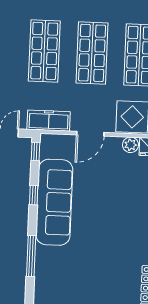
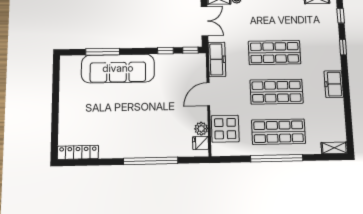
door: (90, 134) -> (208, 94), hinge flipped
window: (34, 195) -> (165, 51), moved
sofa: (54, 202) -> (118, 68), moved

